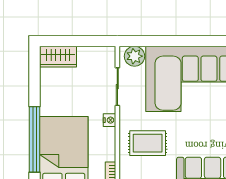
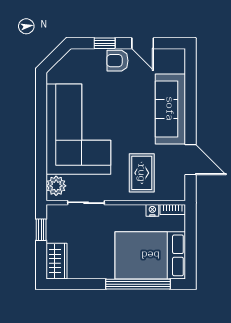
window: (90, 41) -> (41, 230), added
nightstand: (110, 120) -> (152, 210), moved

